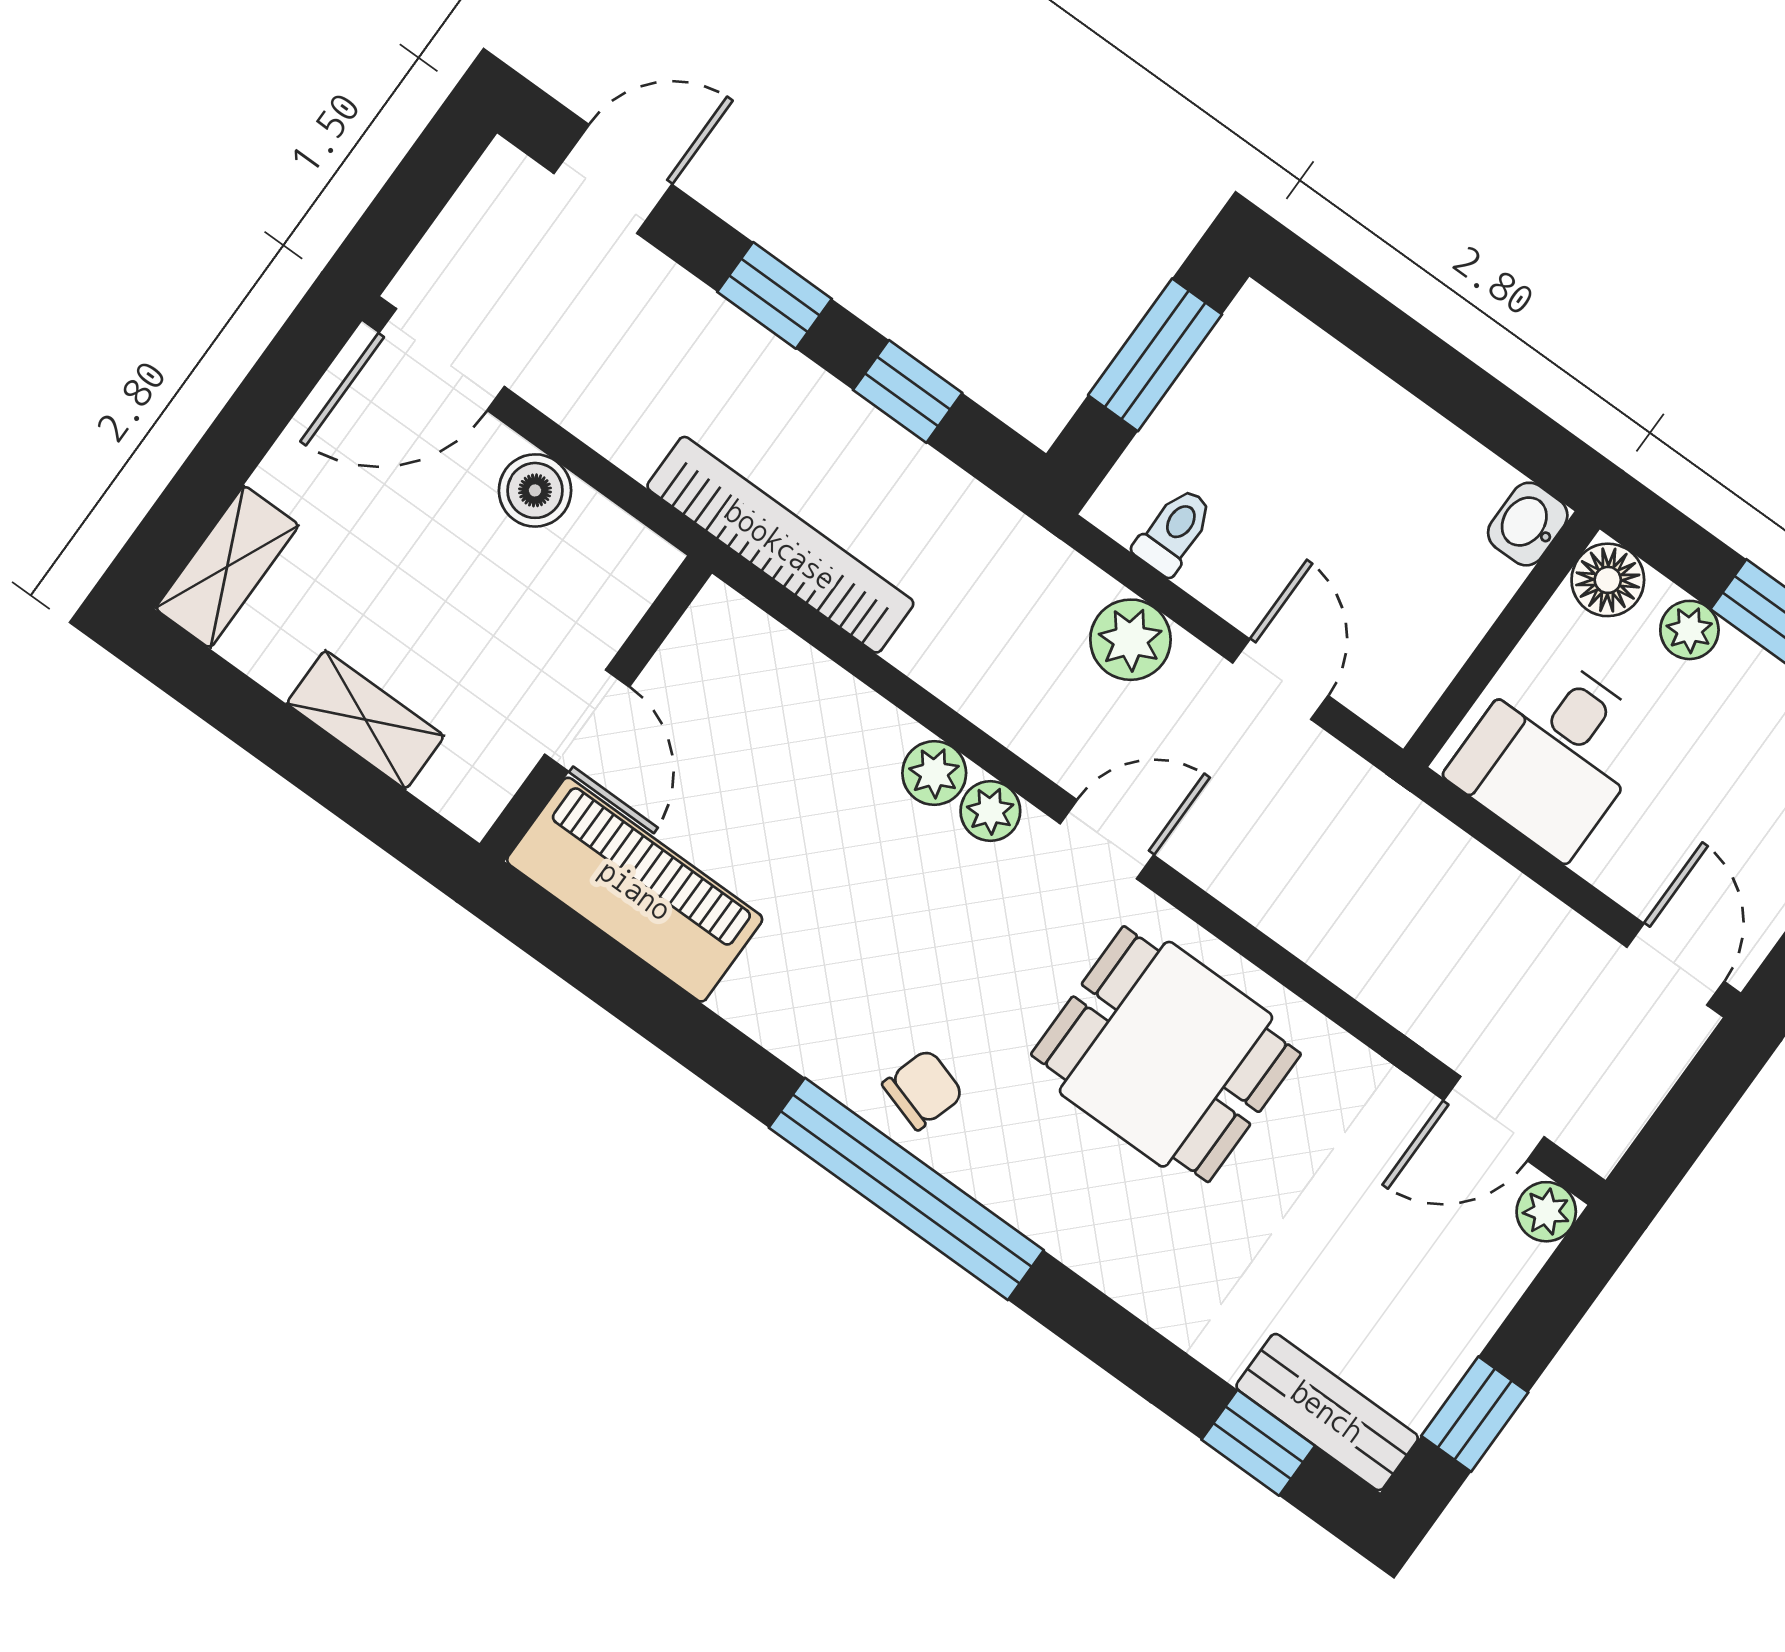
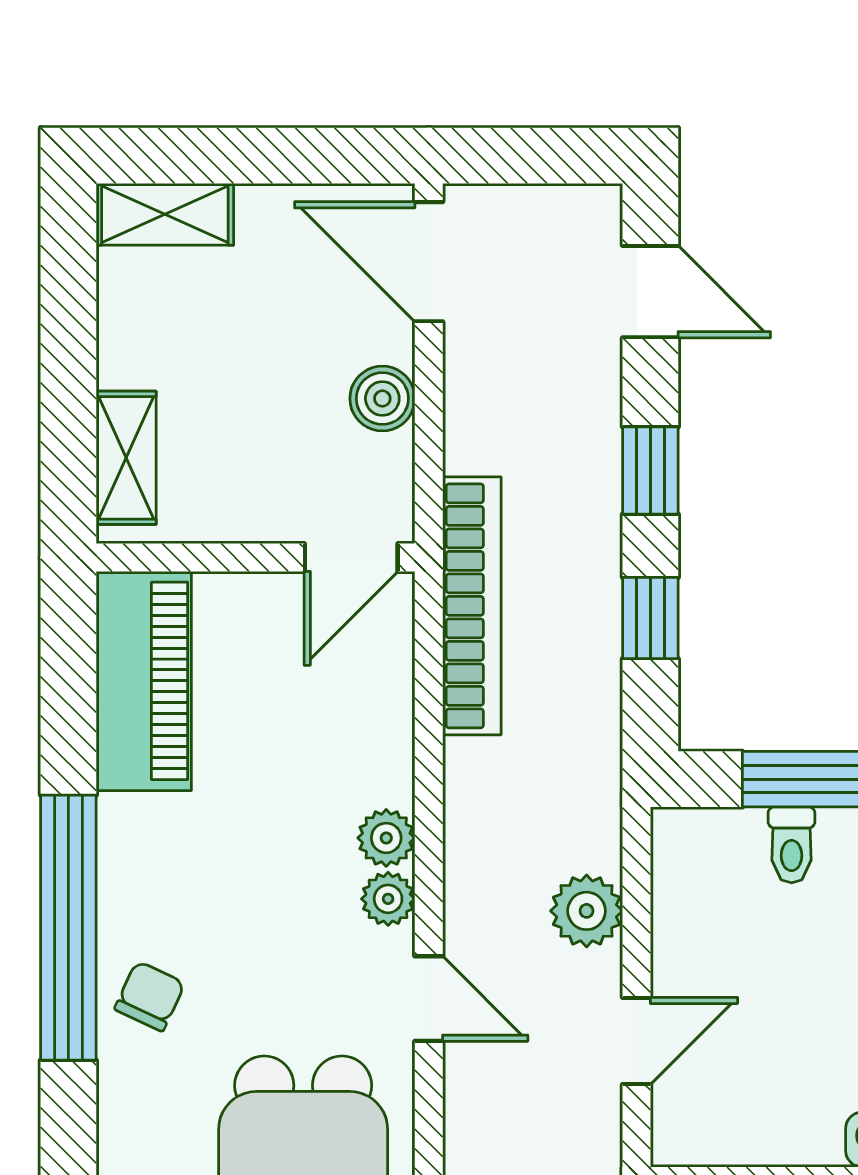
toilet: (1174, 531) -> (792, 845), moved, turned 90
shelving: (365, 720) -> (126, 458), moved
door: (587, 721) -> (351, 557), moved
chair: (923, 1090) -> (150, 996), turned -82
window: (906, 1189) -> (68, 928), moved

